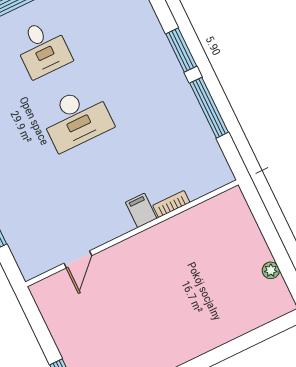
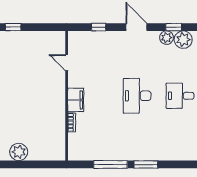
filing cabinet: (141, 210) -> (76, 100), width x2.00
plant: (271, 270) -> (19, 152), width x1.88, depth x1.88

